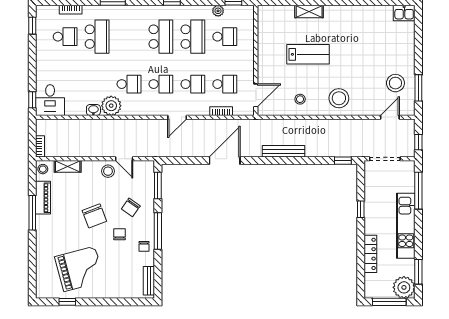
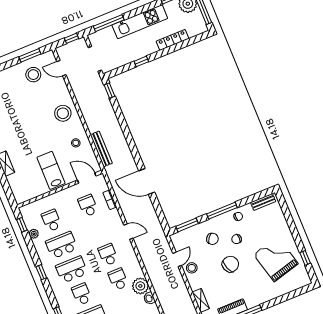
lab bench: (308, 54) -> (51, 170), moved
school desk: (193, 84) -> (82, 294), moved
bench: (283, 151) -> (101, 149), moved

